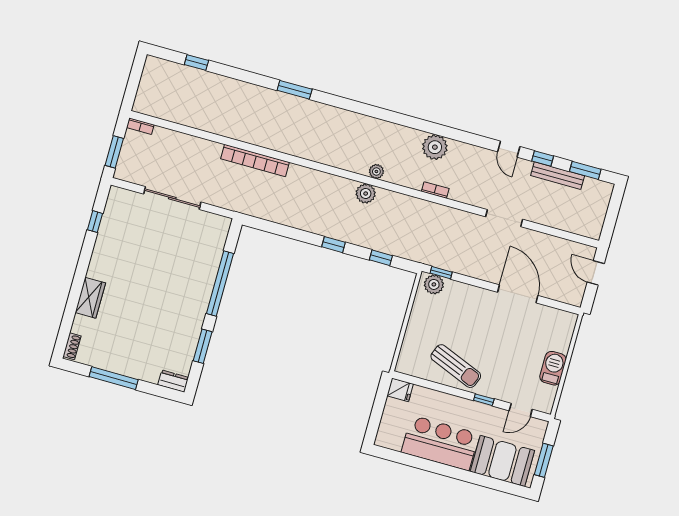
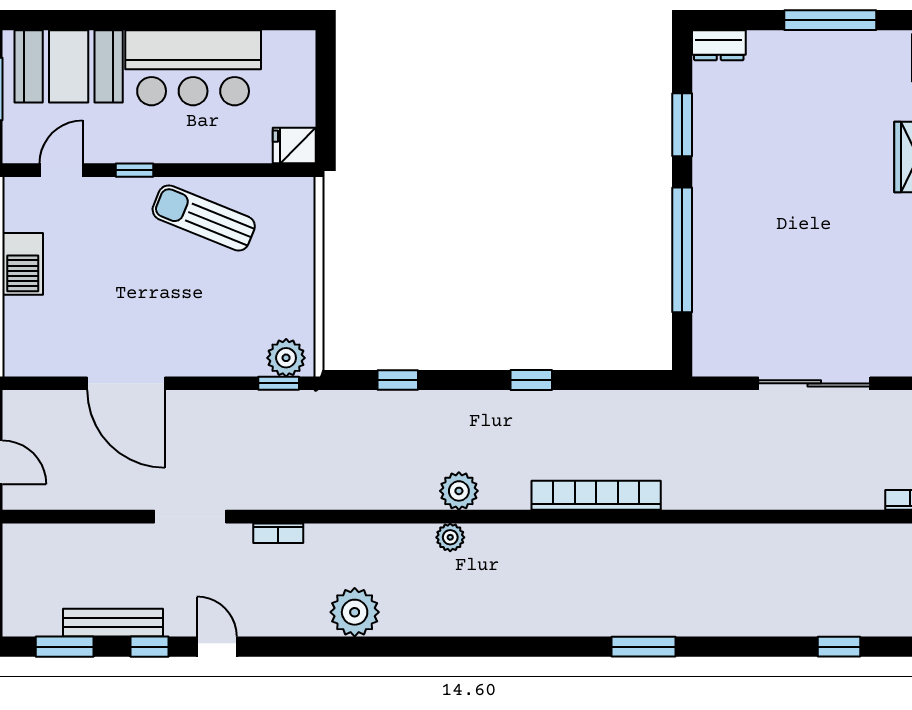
bookcase: (255, 161) -> (596, 495), moved
bookcase: (435, 190) -> (278, 533), moved
window: (333, 245) -> (531, 380), moved

